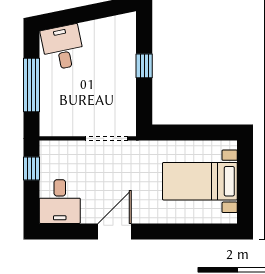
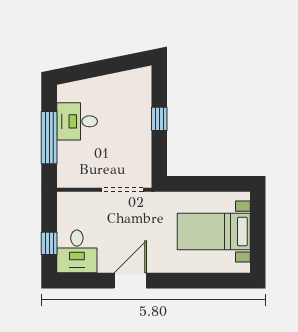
desk: (63, 47) -> (77, 121), moved, turned -78
window: (31, 168) -> (49, 243), moved

